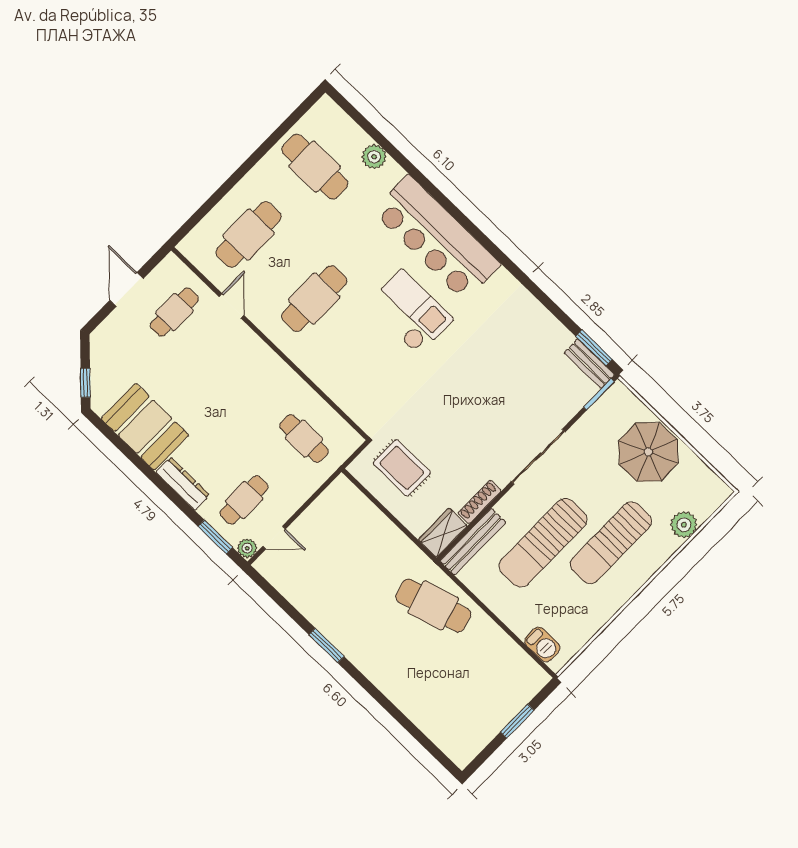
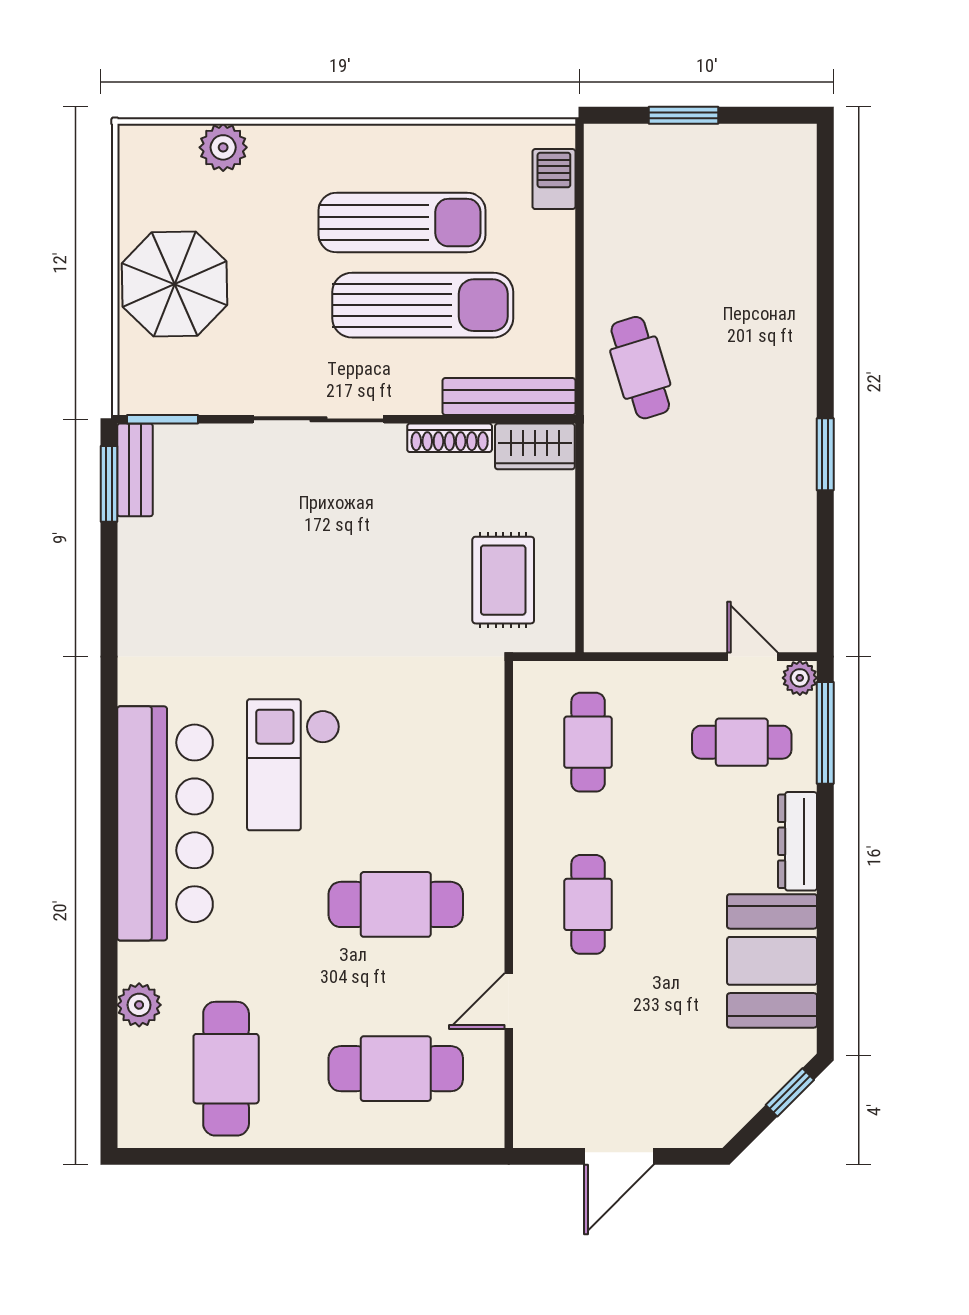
cafe table: (174, 312) -> (588, 904), moved, turned 90
window: (215, 537) -> (825, 733), width x1.44
sun lounger: (611, 543) -> (402, 223), moved
cafe table: (433, 605) -> (640, 368), width x0.73, depth x0.74

